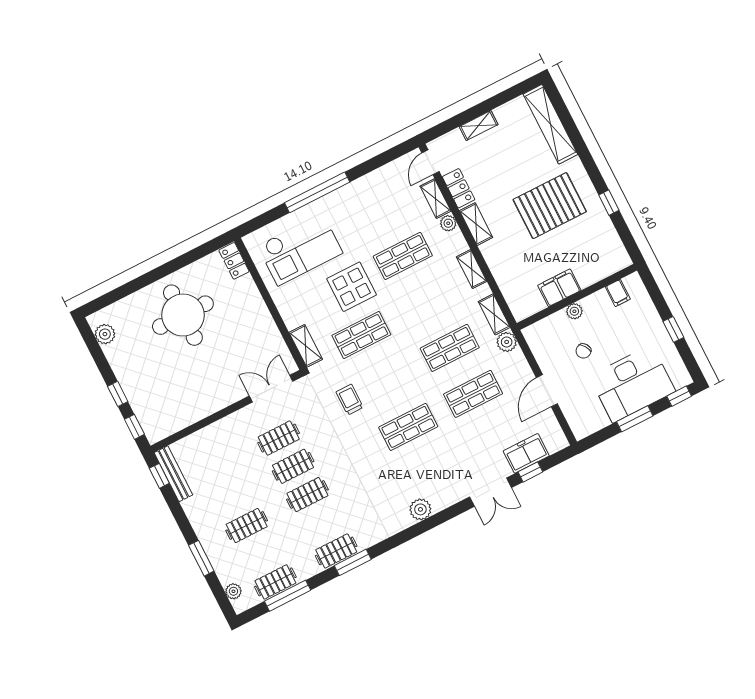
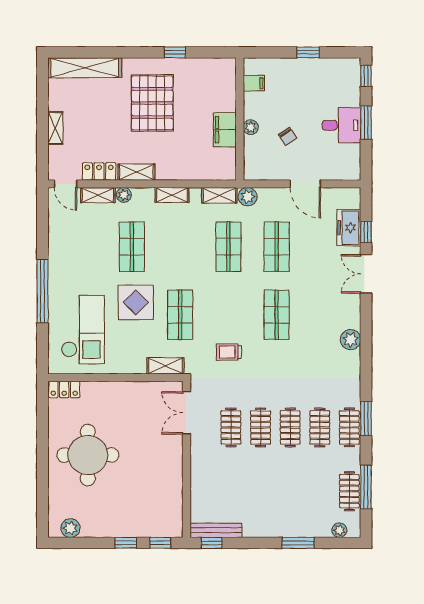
desk: (632, 384) -> (342, 125), width x0.53, depth x0.77
double door: (491, 492) -> (366, 274), swing flipped
clothes rail: (247, 525) -> (320, 427), moved

